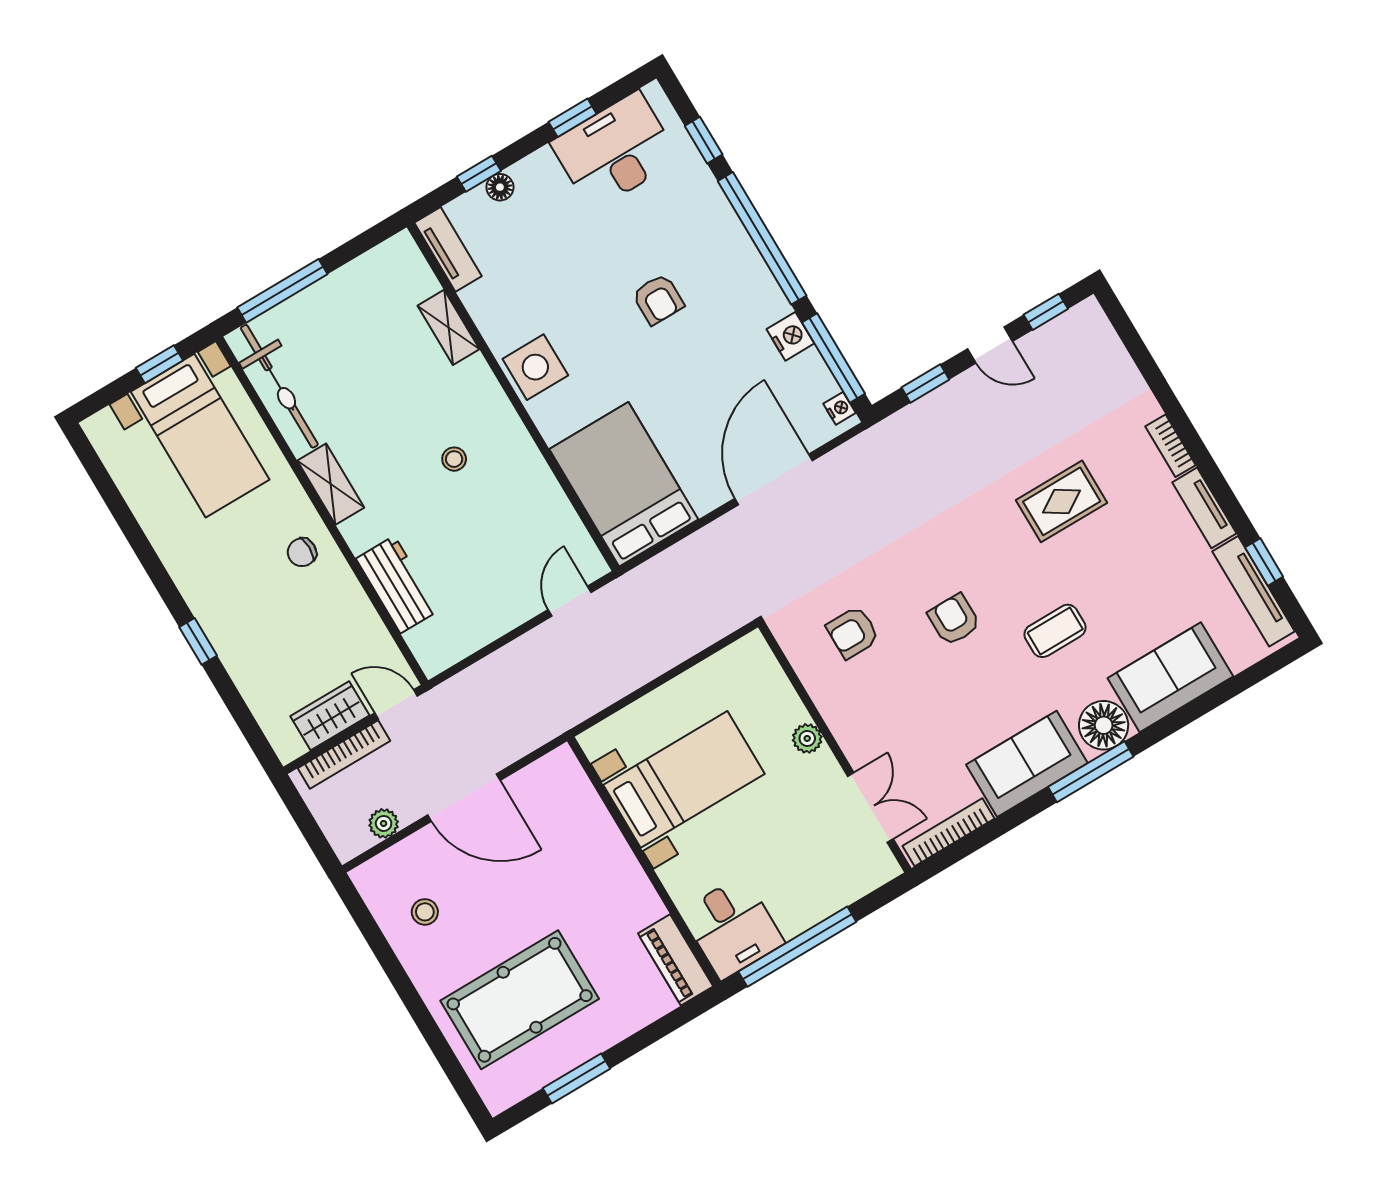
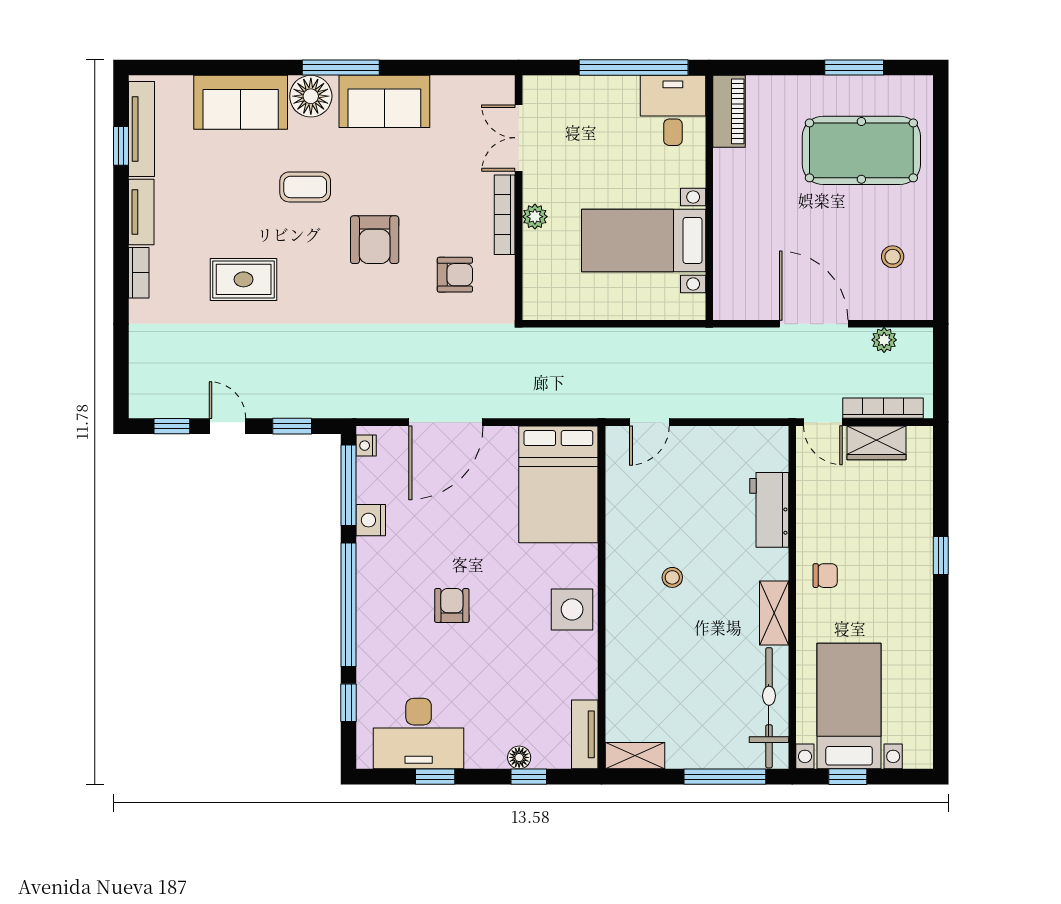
shelving: (448, 327) -> (635, 756), moved, turned 90
armchair: (954, 620) -> (375, 240), width x1.38, depth x1.38
bookcase: (949, 832) -> (505, 215), moved, turned 90

